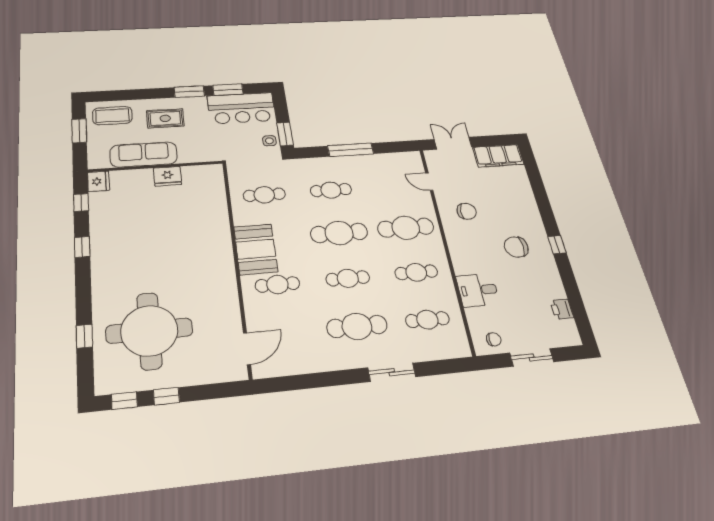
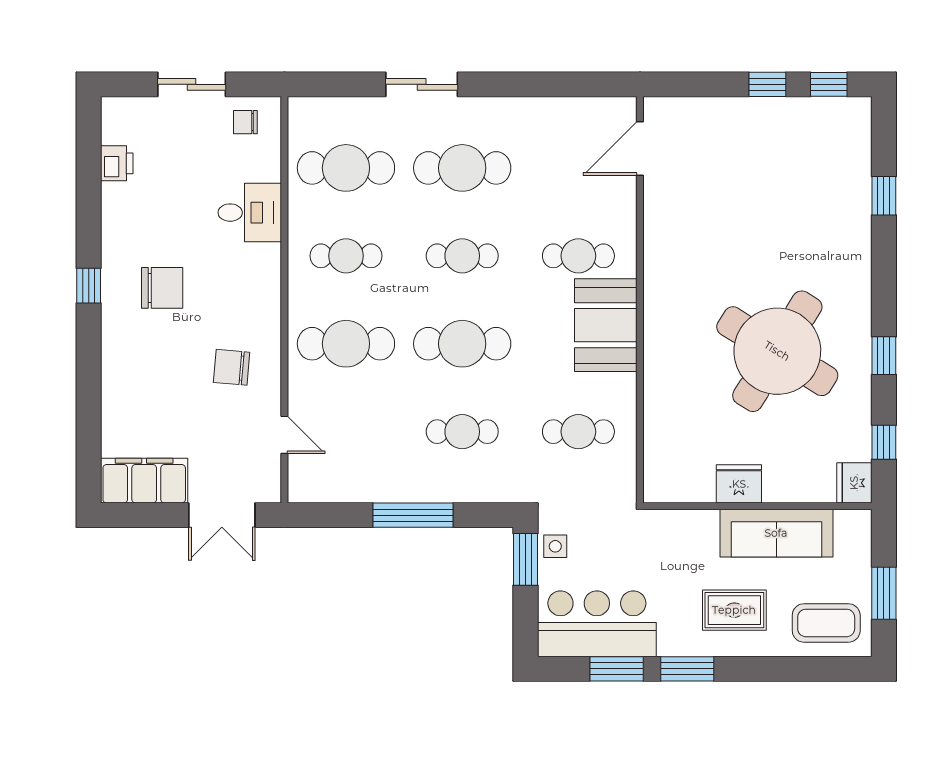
cafe table: (427, 320) -> (346, 168), width x1.37, depth x1.35
round table: (149, 331) -> (777, 351), moved, turned 32

